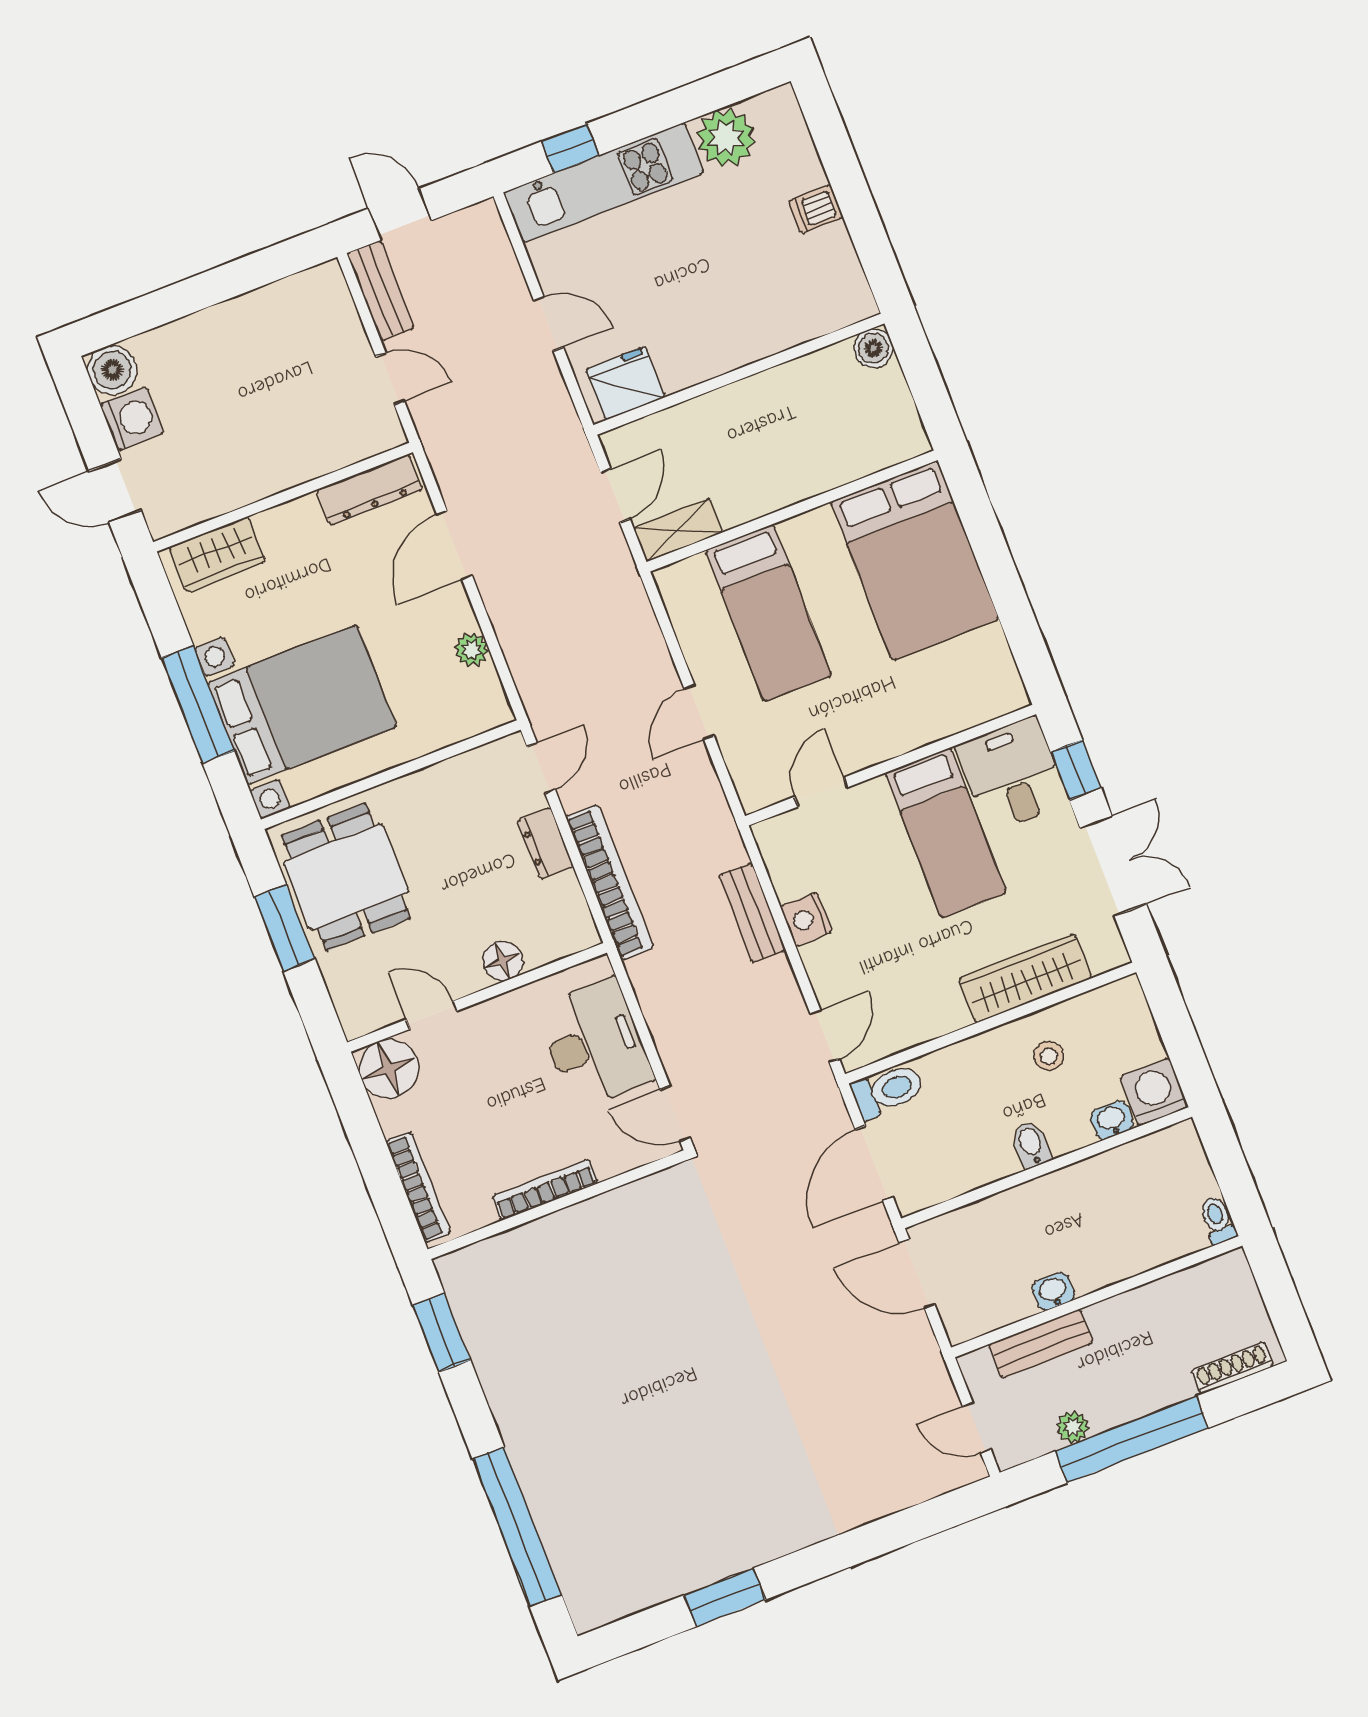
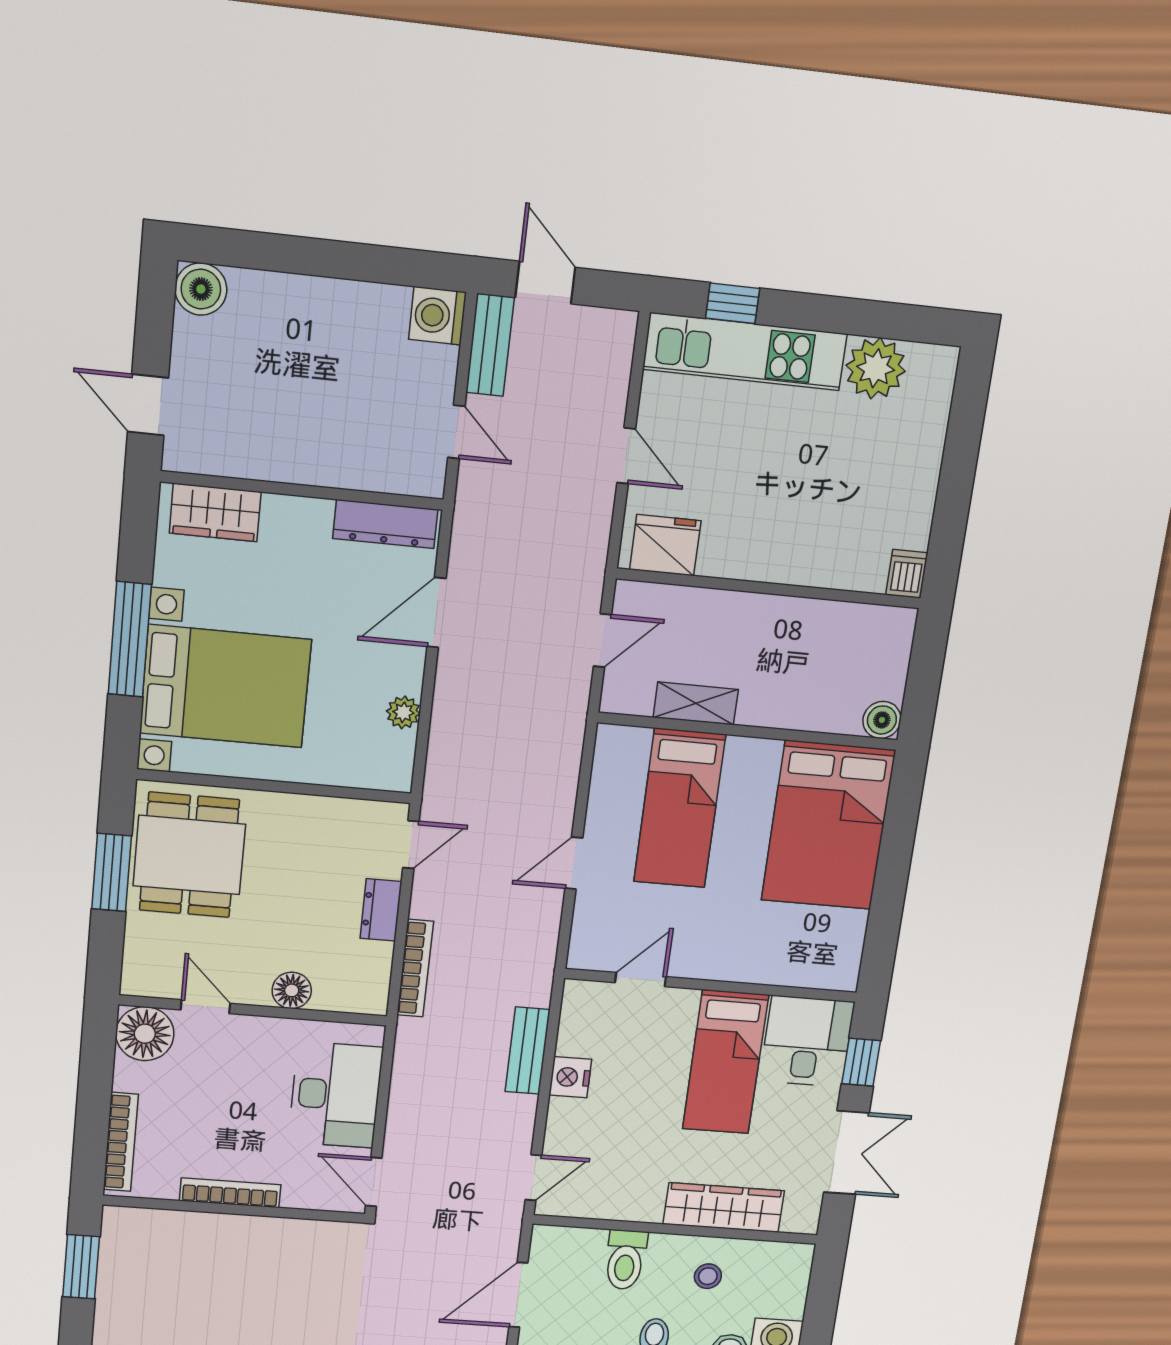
dishwasher: (816, 209) -> (907, 574), moved, turned 90
boiler: (874, 348) -> (882, 720), moved
washing machine: (132, 419) -> (438, 316), moved, turned 180
shelving: (678, 530) -> (696, 703), moved
bookcase: (609, 882) -> (415, 968), width x0.68, depth x0.76
toilet: (888, 1091) -> (625, 1260), moved, turned 90

